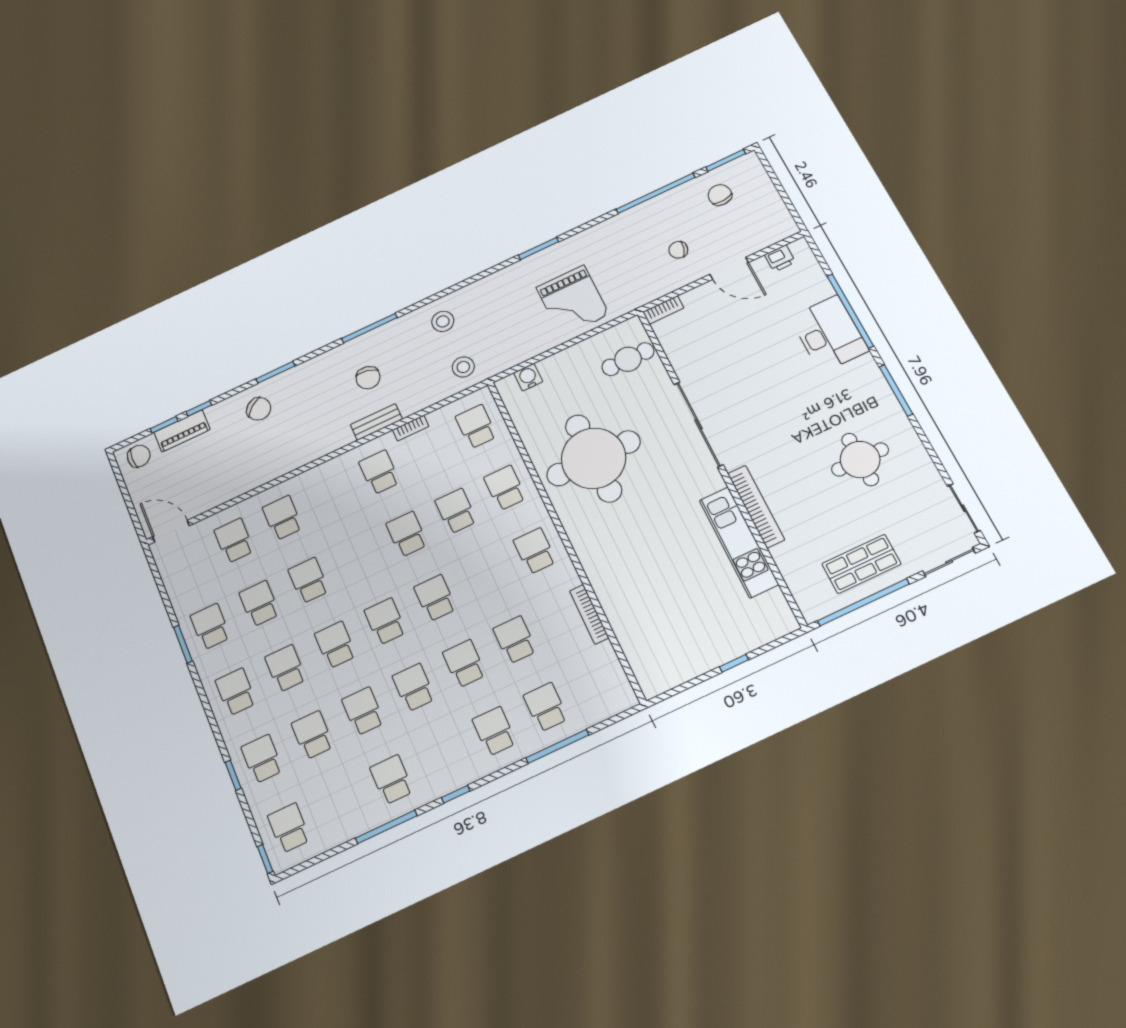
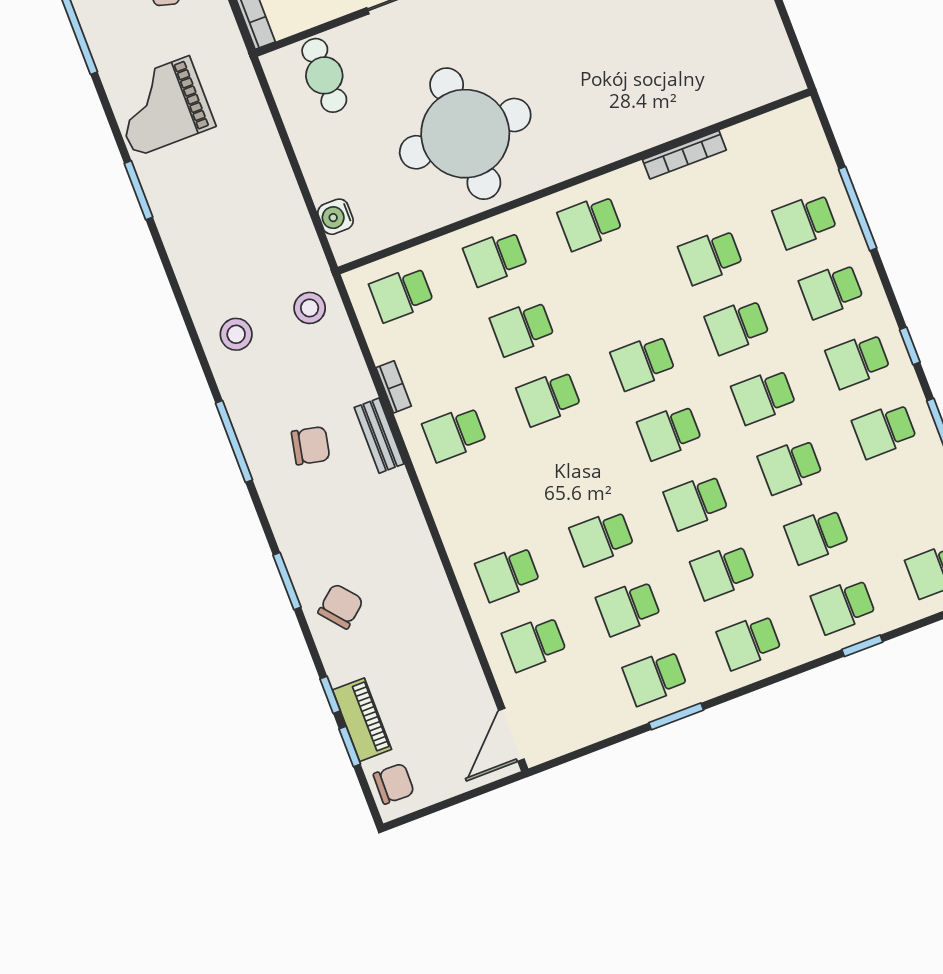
grand piano: (573, 301) -> (162, 106), moved, turned 180
chair: (139, 456) -> (394, 784), turned 91
school desk: (443, 755) -> (858, 361), added

